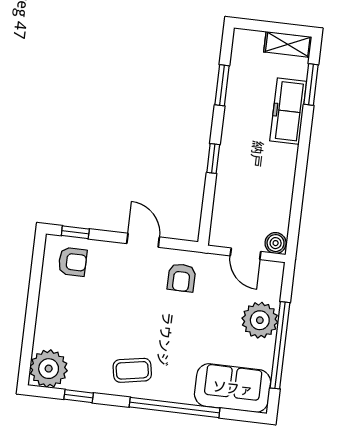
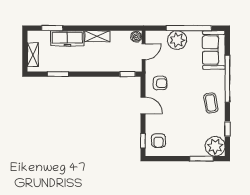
shelving: (288, 44) -> (33, 55), moved
window: (213, 158) -> (128, 74), moved
shelving: (285, 169) -> (97, 36), added
door: (143, 240) -> (143, 105), swing flipped
armchair: (73, 262) -> (158, 140), turned 180
window: (28, 340) -> (201, 159), added

